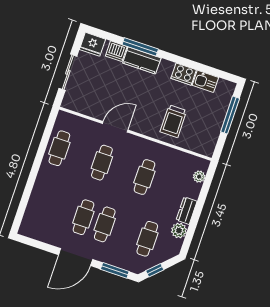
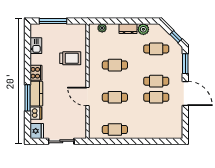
cooker: (184, 74) -> (36, 73), moved

